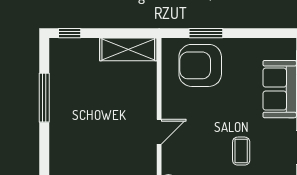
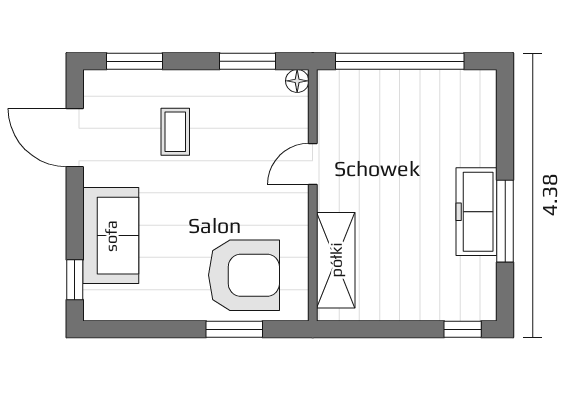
shelving: (128, 49) -> (336, 260), moved, turned 90
freezer: (61, 103) -> (477, 212), added

